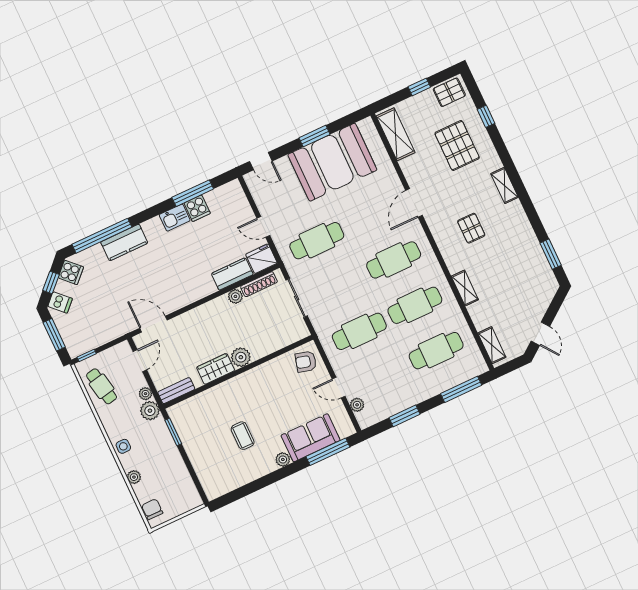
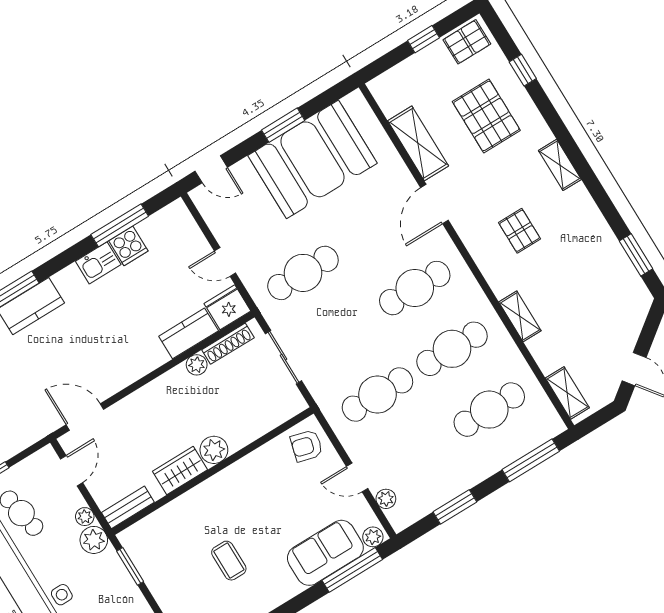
shelving: (396, 134) -> (418, 143), moved
plant: (283, 459) -> (373, 537), moved

